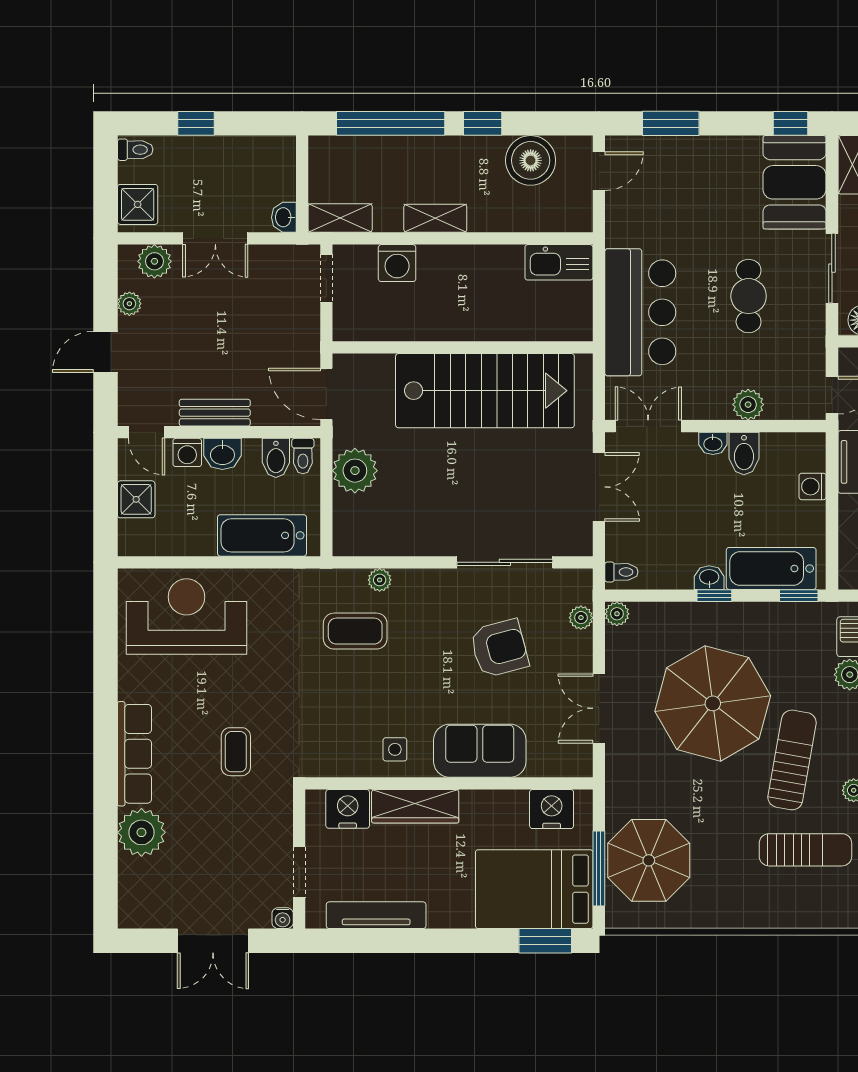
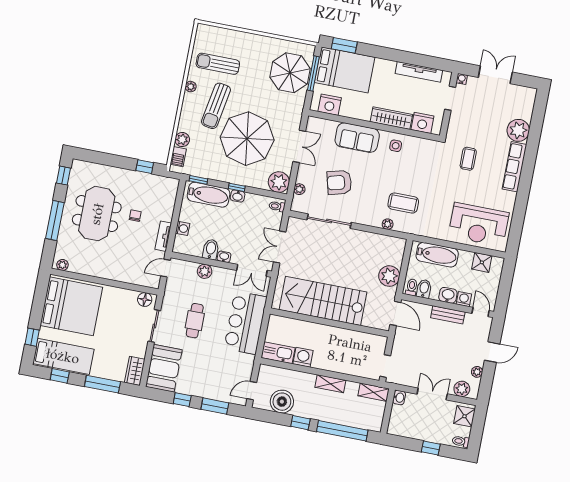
window: (790, 123) -> (182, 400), moved
washing machine: (397, 263) -> (303, 357), moved
shower: (136, 499) -> (482, 262), moved
plant: (617, 614) -> (279, 182), width x1.87, depth x1.87

